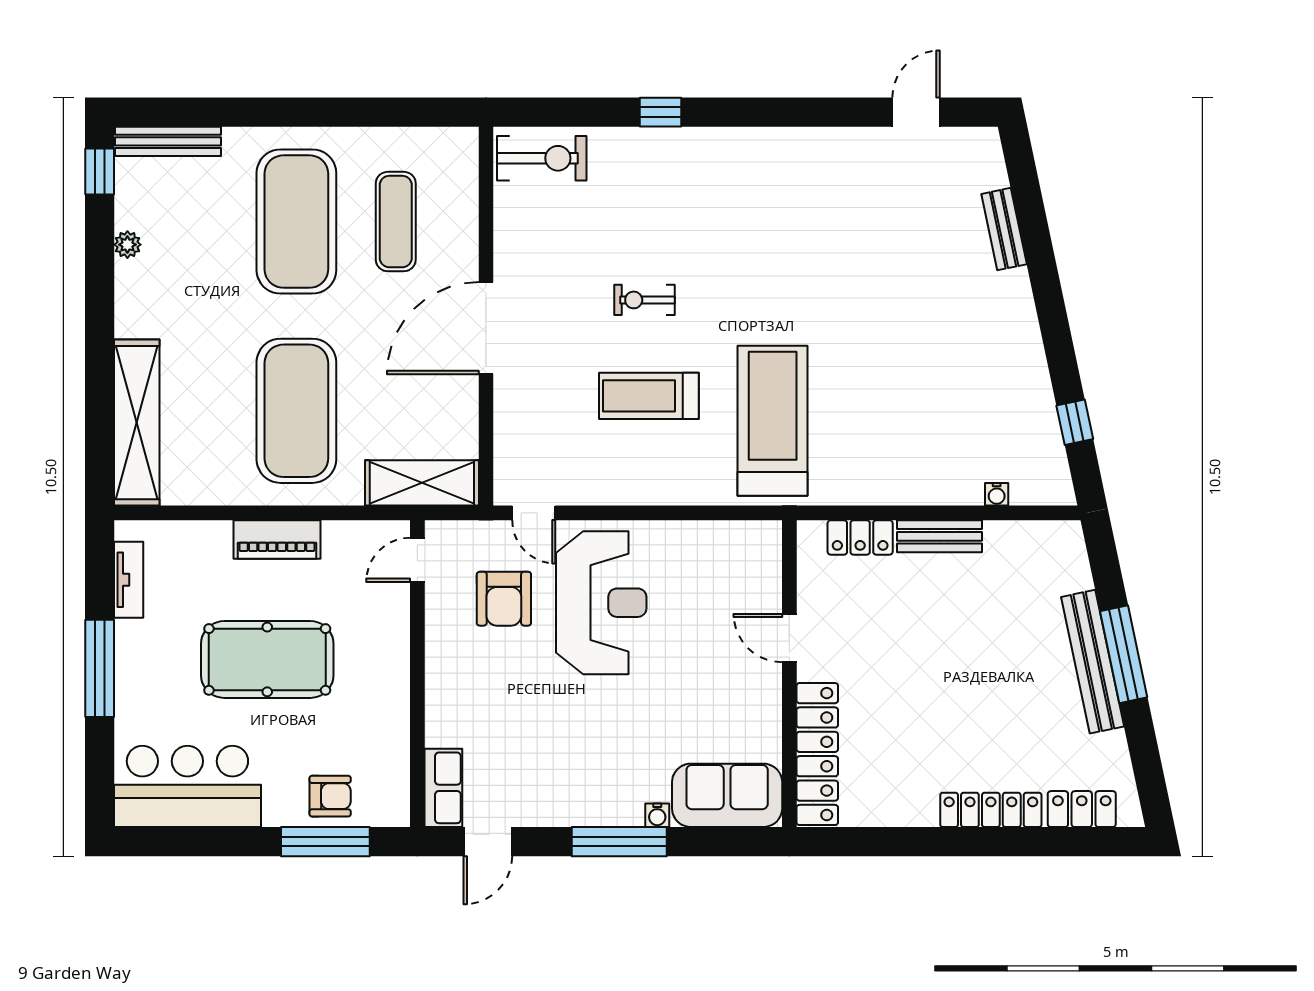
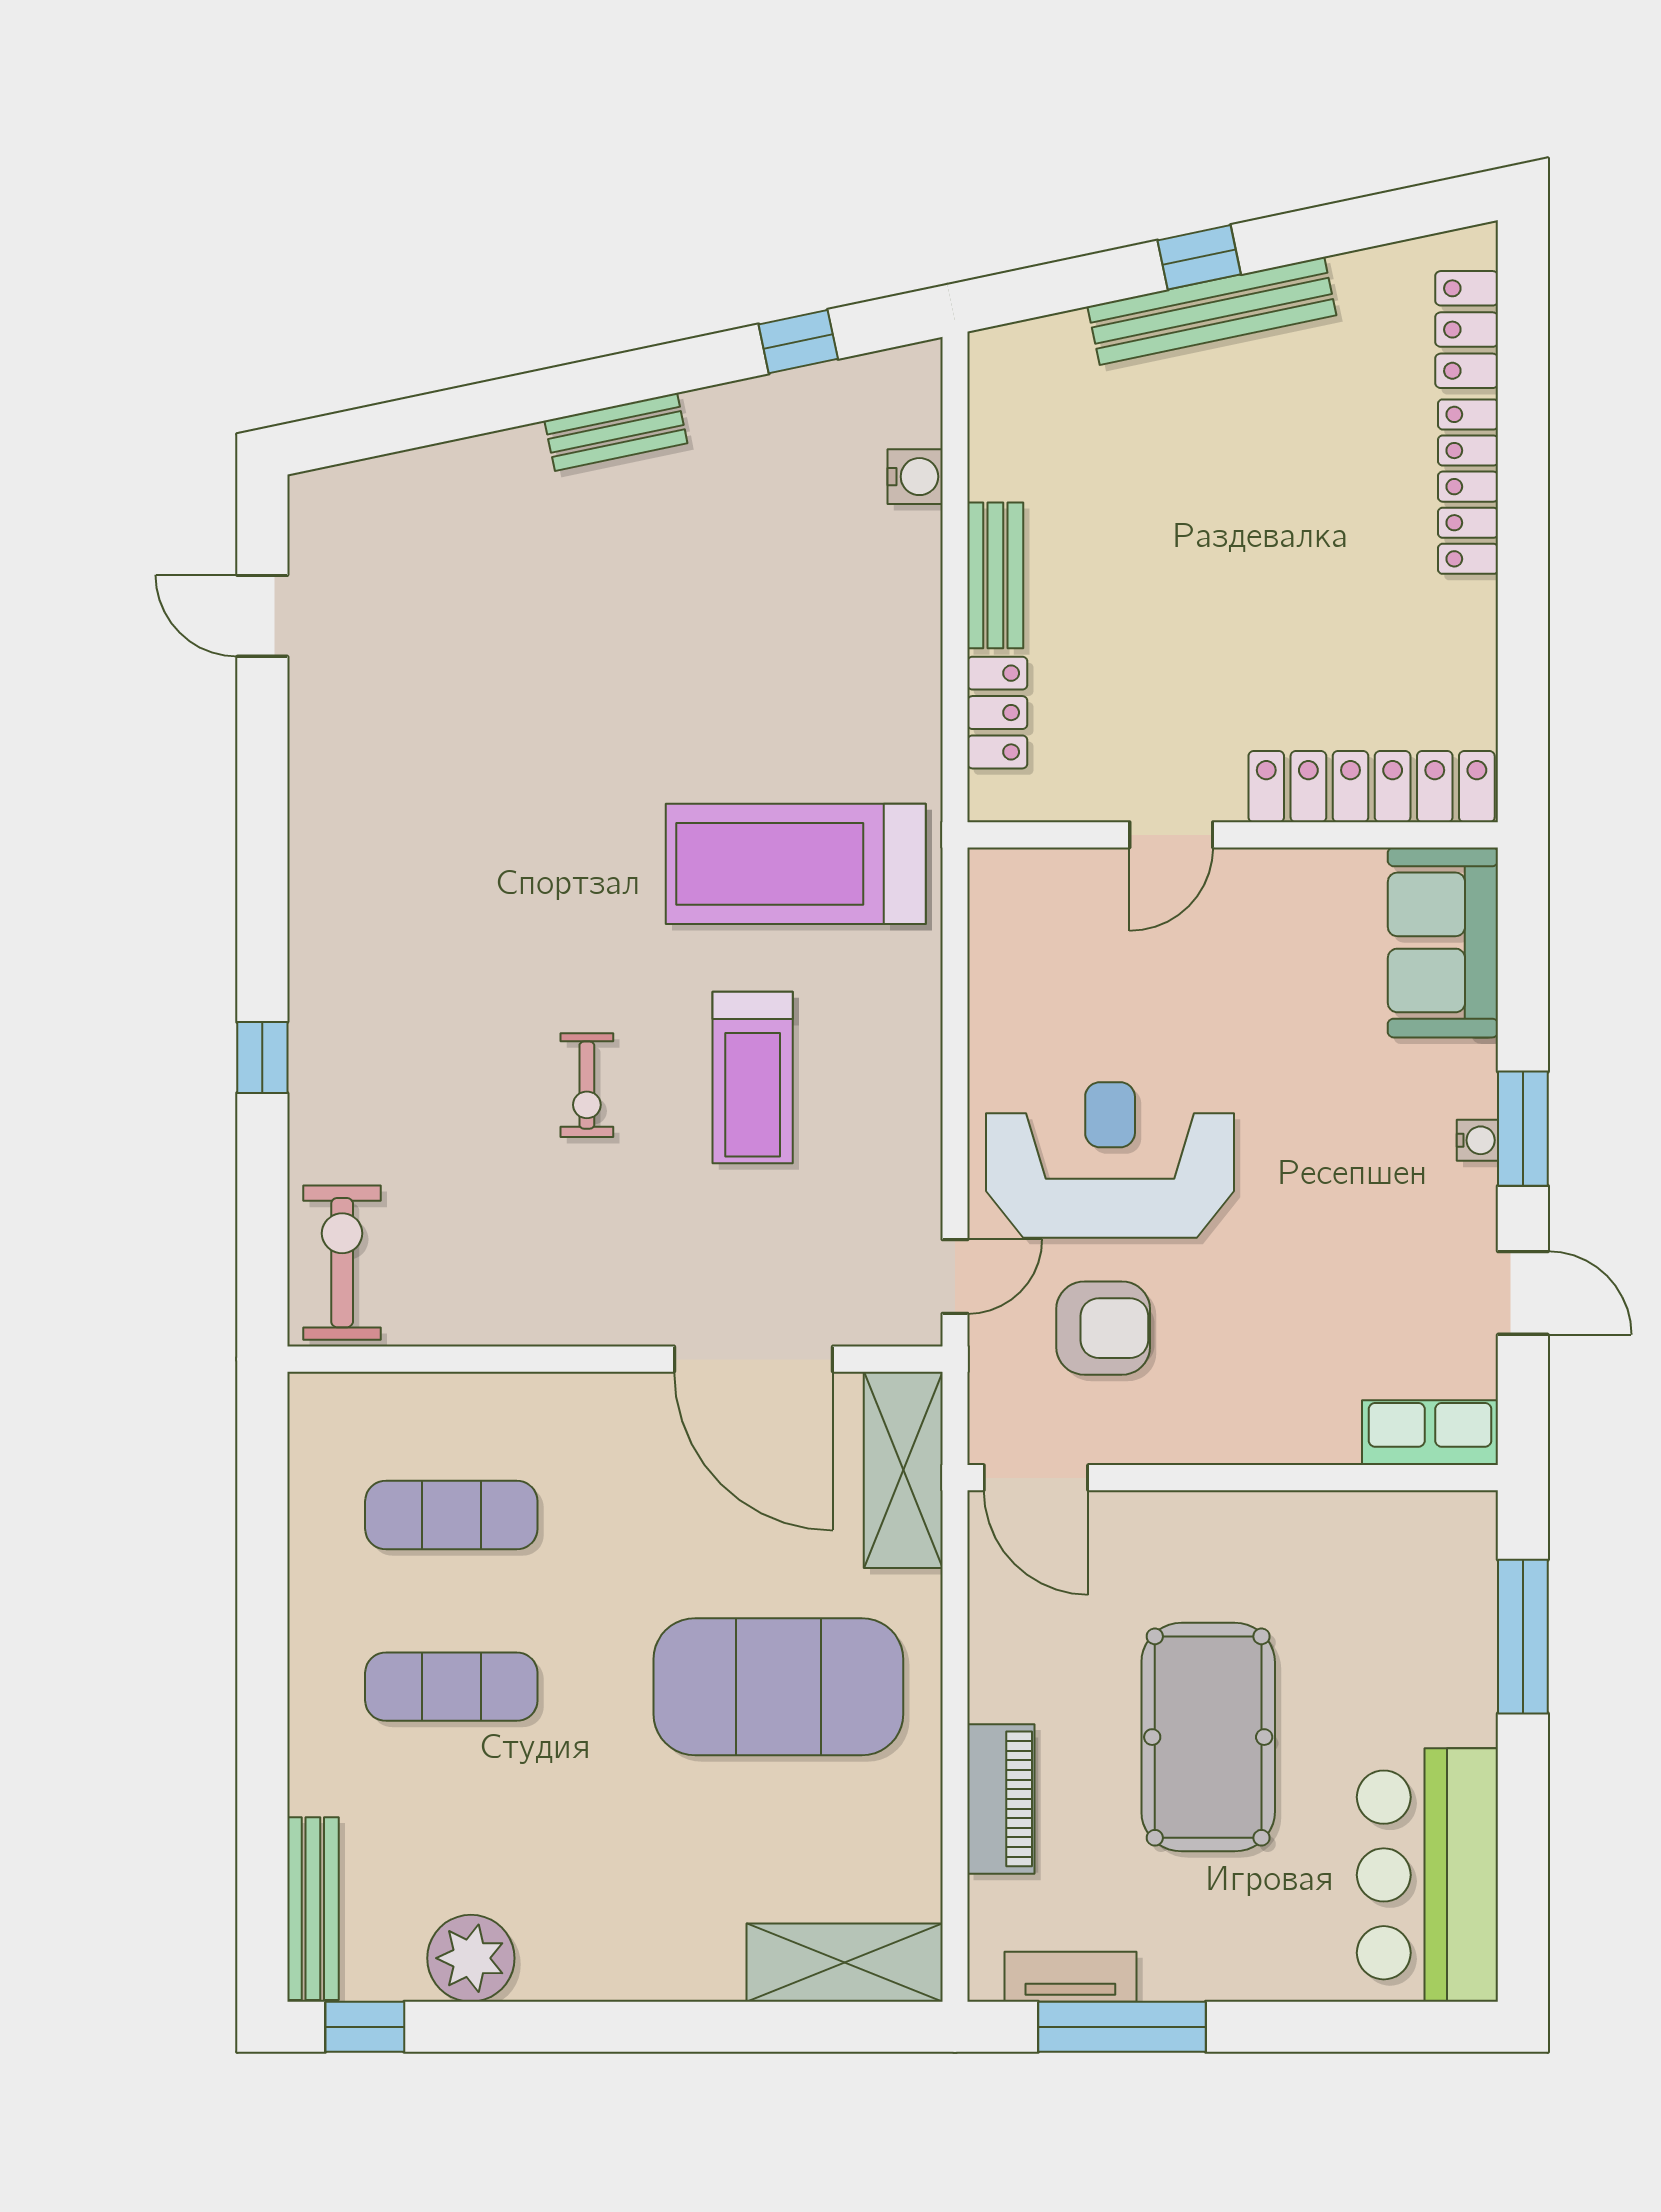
exercise mat: (296, 222) -> (451, 1687), width x0.50, depth x0.69
bench: (1004, 229) -> (616, 432), moved
plant: (127, 245) -> (471, 1958), width x1.87, depth x1.87
door: (486, 328) -> (753, 1359), moved
shelving: (137, 423) -> (845, 1963), width x0.68
water cooler: (997, 494) -> (915, 477), width x1.38, depth x1.38
piano: (277, 540) -> (1001, 1799), moved
door: (417, 560) -> (1036, 1478), width x1.38
window: (1124, 654) -> (1199, 257), width x0.46
window: (100, 668) -> (1122, 2027), moved
armchair: (330, 796) -> (1444, 1628), removed
water cooler: (657, 815) -> (1477, 1140), moved
door: (488, 842) -> (1523, 1293), moved
window: (619, 842) -> (1523, 1129), width x0.69

